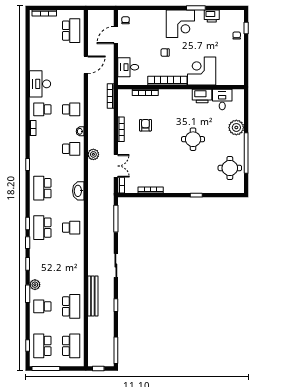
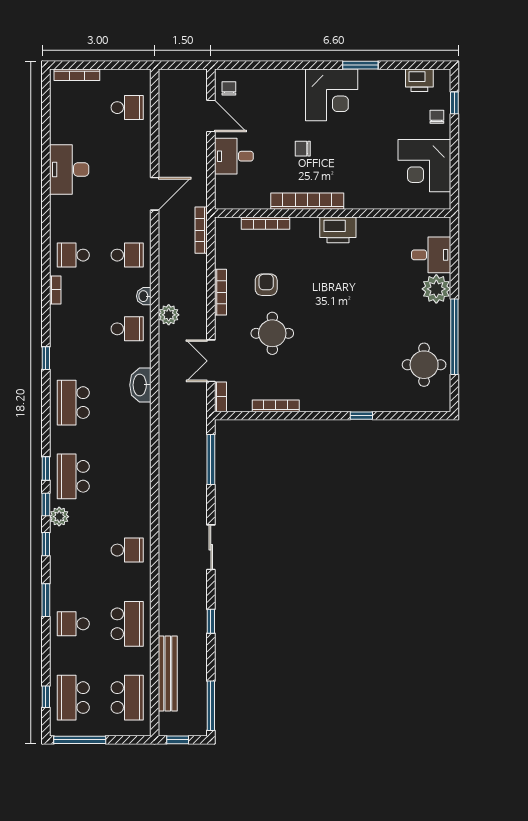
printer: (212, 16) -> (419, 80), moved
school desk: (71, 31) -> (127, 108), width x0.54
door: (116, 35) -> (211, 116), swing flipped
door: (86, 65) -> (155, 194), moved
desk: (128, 67) -> (234, 156), moved
corner desk: (202, 71) -> (424, 166), moved, turned -90
desk: (40, 84) -> (69, 170), moved
printer: (202, 96) -> (338, 230), moved
desk: (222, 99) -> (431, 255), moved, turned 90
round table: (193, 139) -> (272, 333), moved
plant: (93, 154) -> (169, 315), moved
double door: (116, 166) -> (211, 361), swing flipped
washbasin: (78, 191) -> (140, 385), moved
school desk: (71, 228) -> (127, 550), moved
plant: (35, 285) -> (59, 517), moved
bench: (93, 296) -> (168, 674), moved

